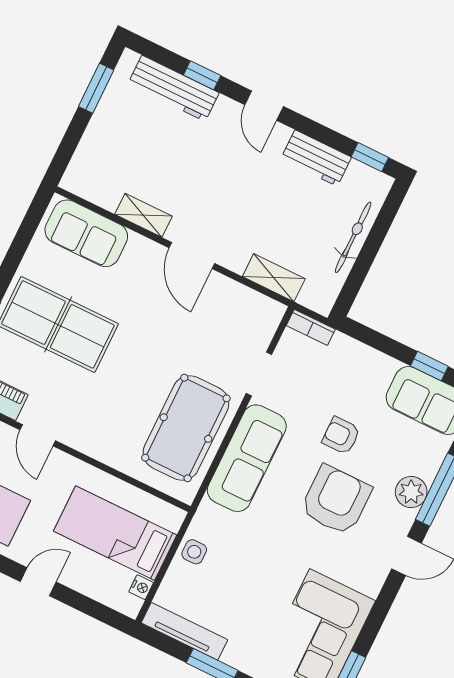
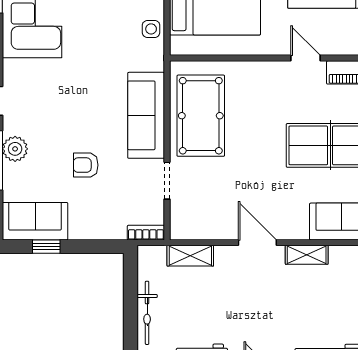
armchair: (341, 436) -> (86, 165), turned 180
armchair: (336, 500) -> (67, 116), removed

